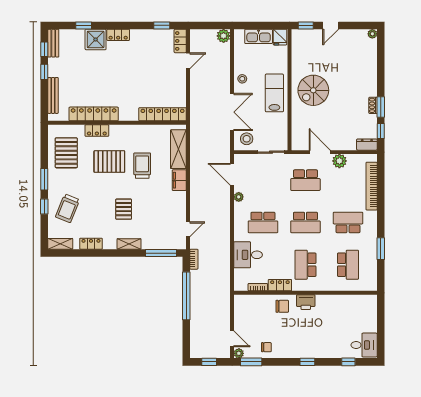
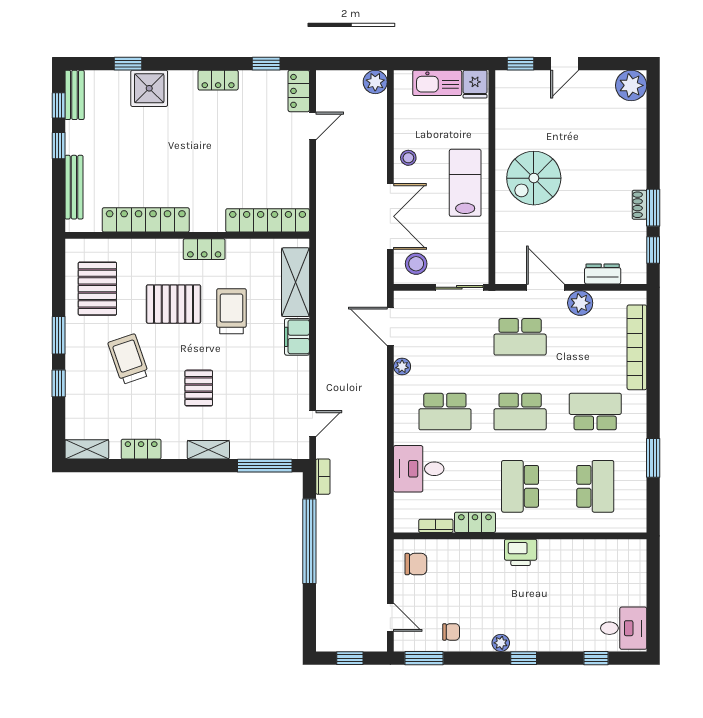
plant: (372, 34) -> (631, 85), width x1.87, depth x1.87
locker: (118, 35) -> (218, 80), moved
locker: (97, 131) -> (204, 249), moved
dresser: (367, 145) -> (603, 274), moved
trolley: (68, 208) -> (128, 359), moved, turned 139
chair: (282, 306) -> (416, 564), moved
plant: (239, 353) -> (501, 643), moved

